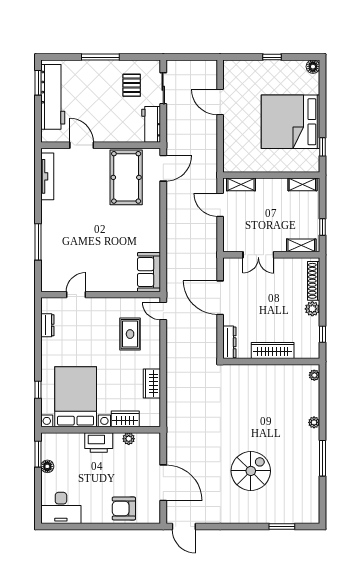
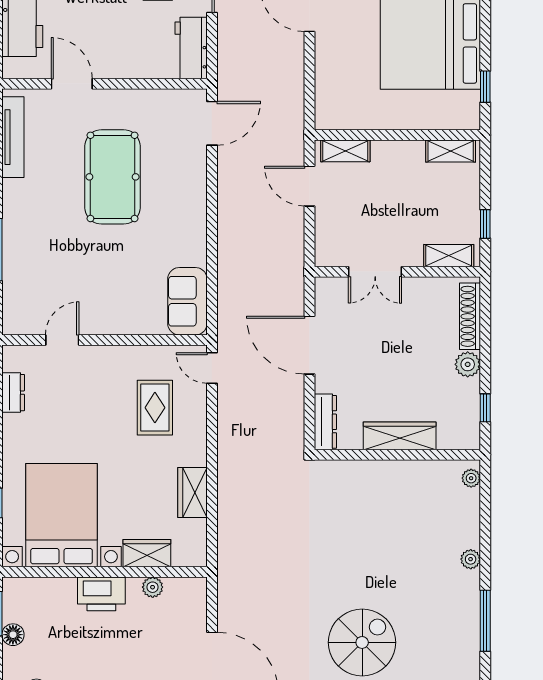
pool table: (126, 177) -> (112, 177), moved

